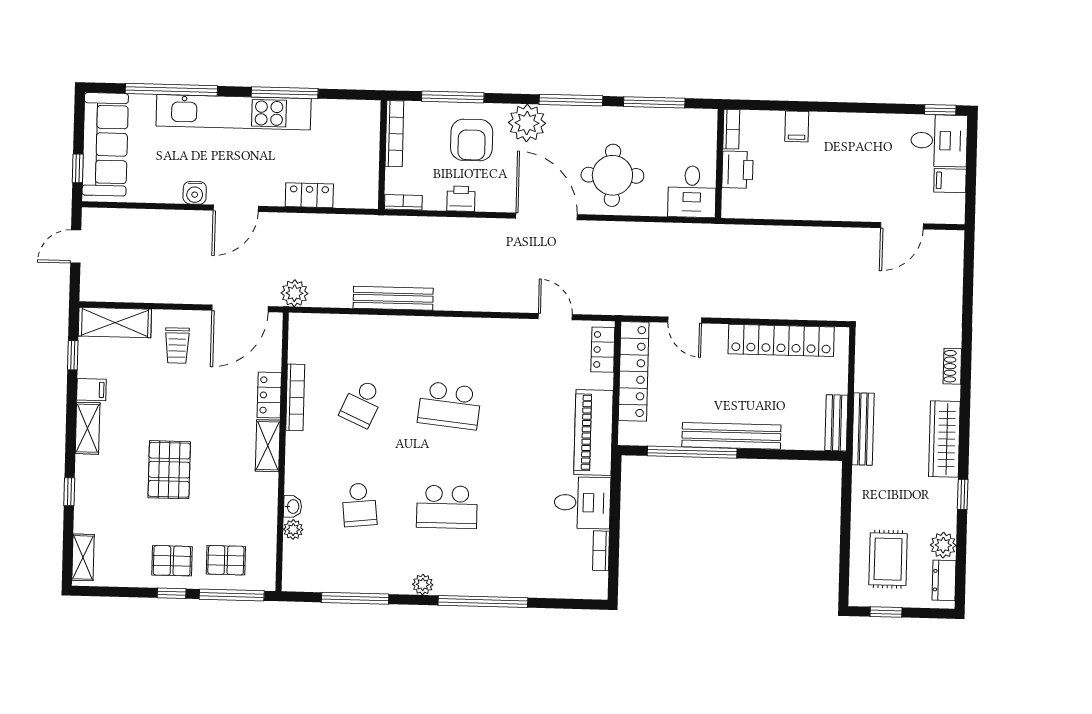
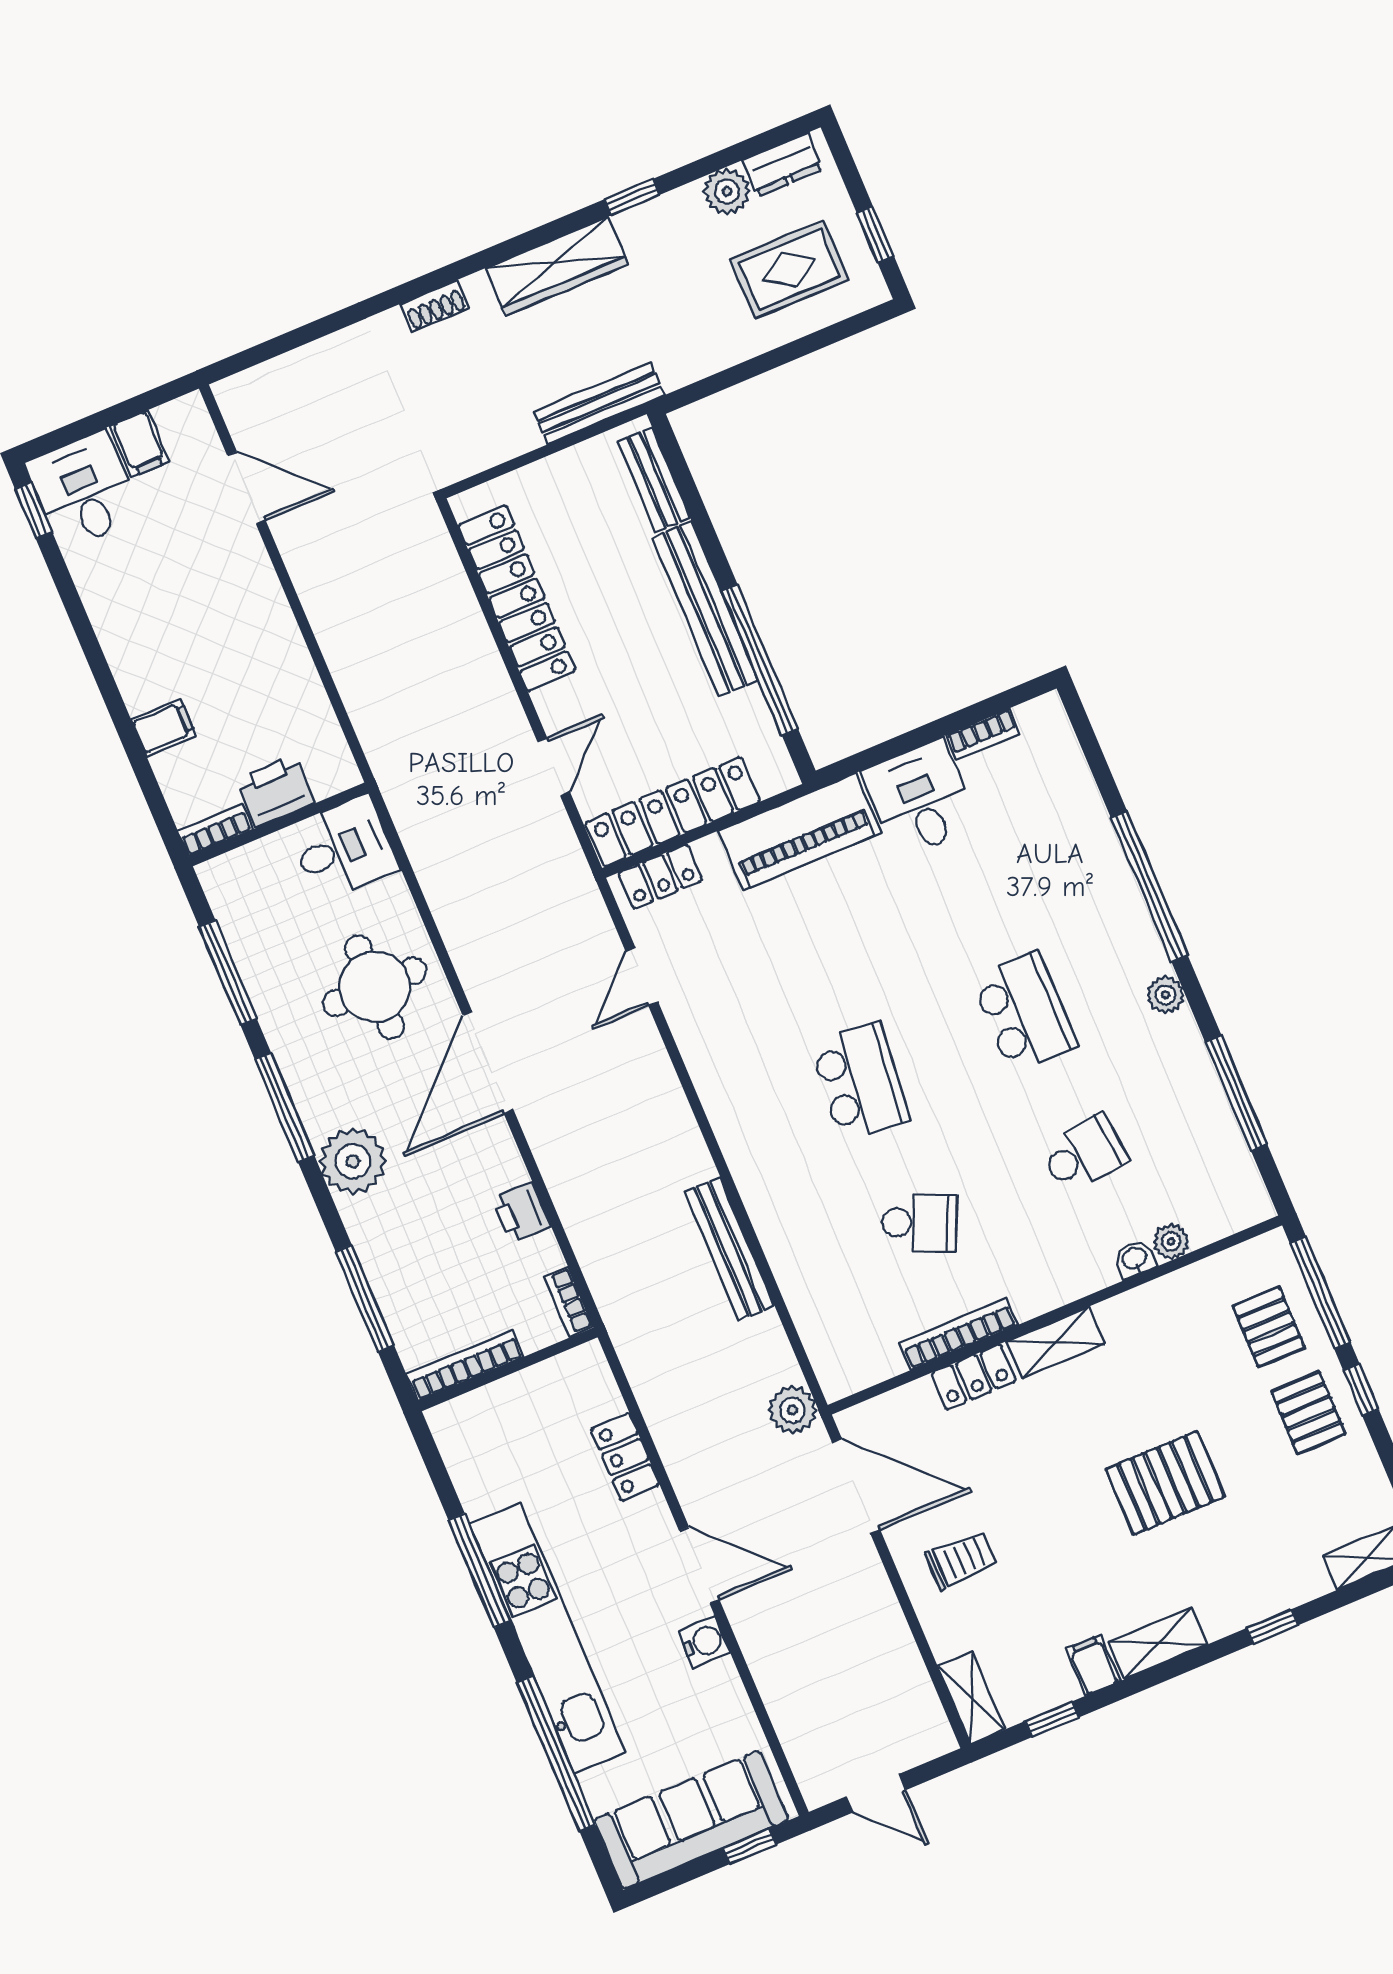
armchair: (472, 140) -> (420, 1237), removed
shelving: (115, 323) -> (971, 1698), width x0.67, depth x0.75
bench: (836, 423) -> (654, 480), moved, turned 90

